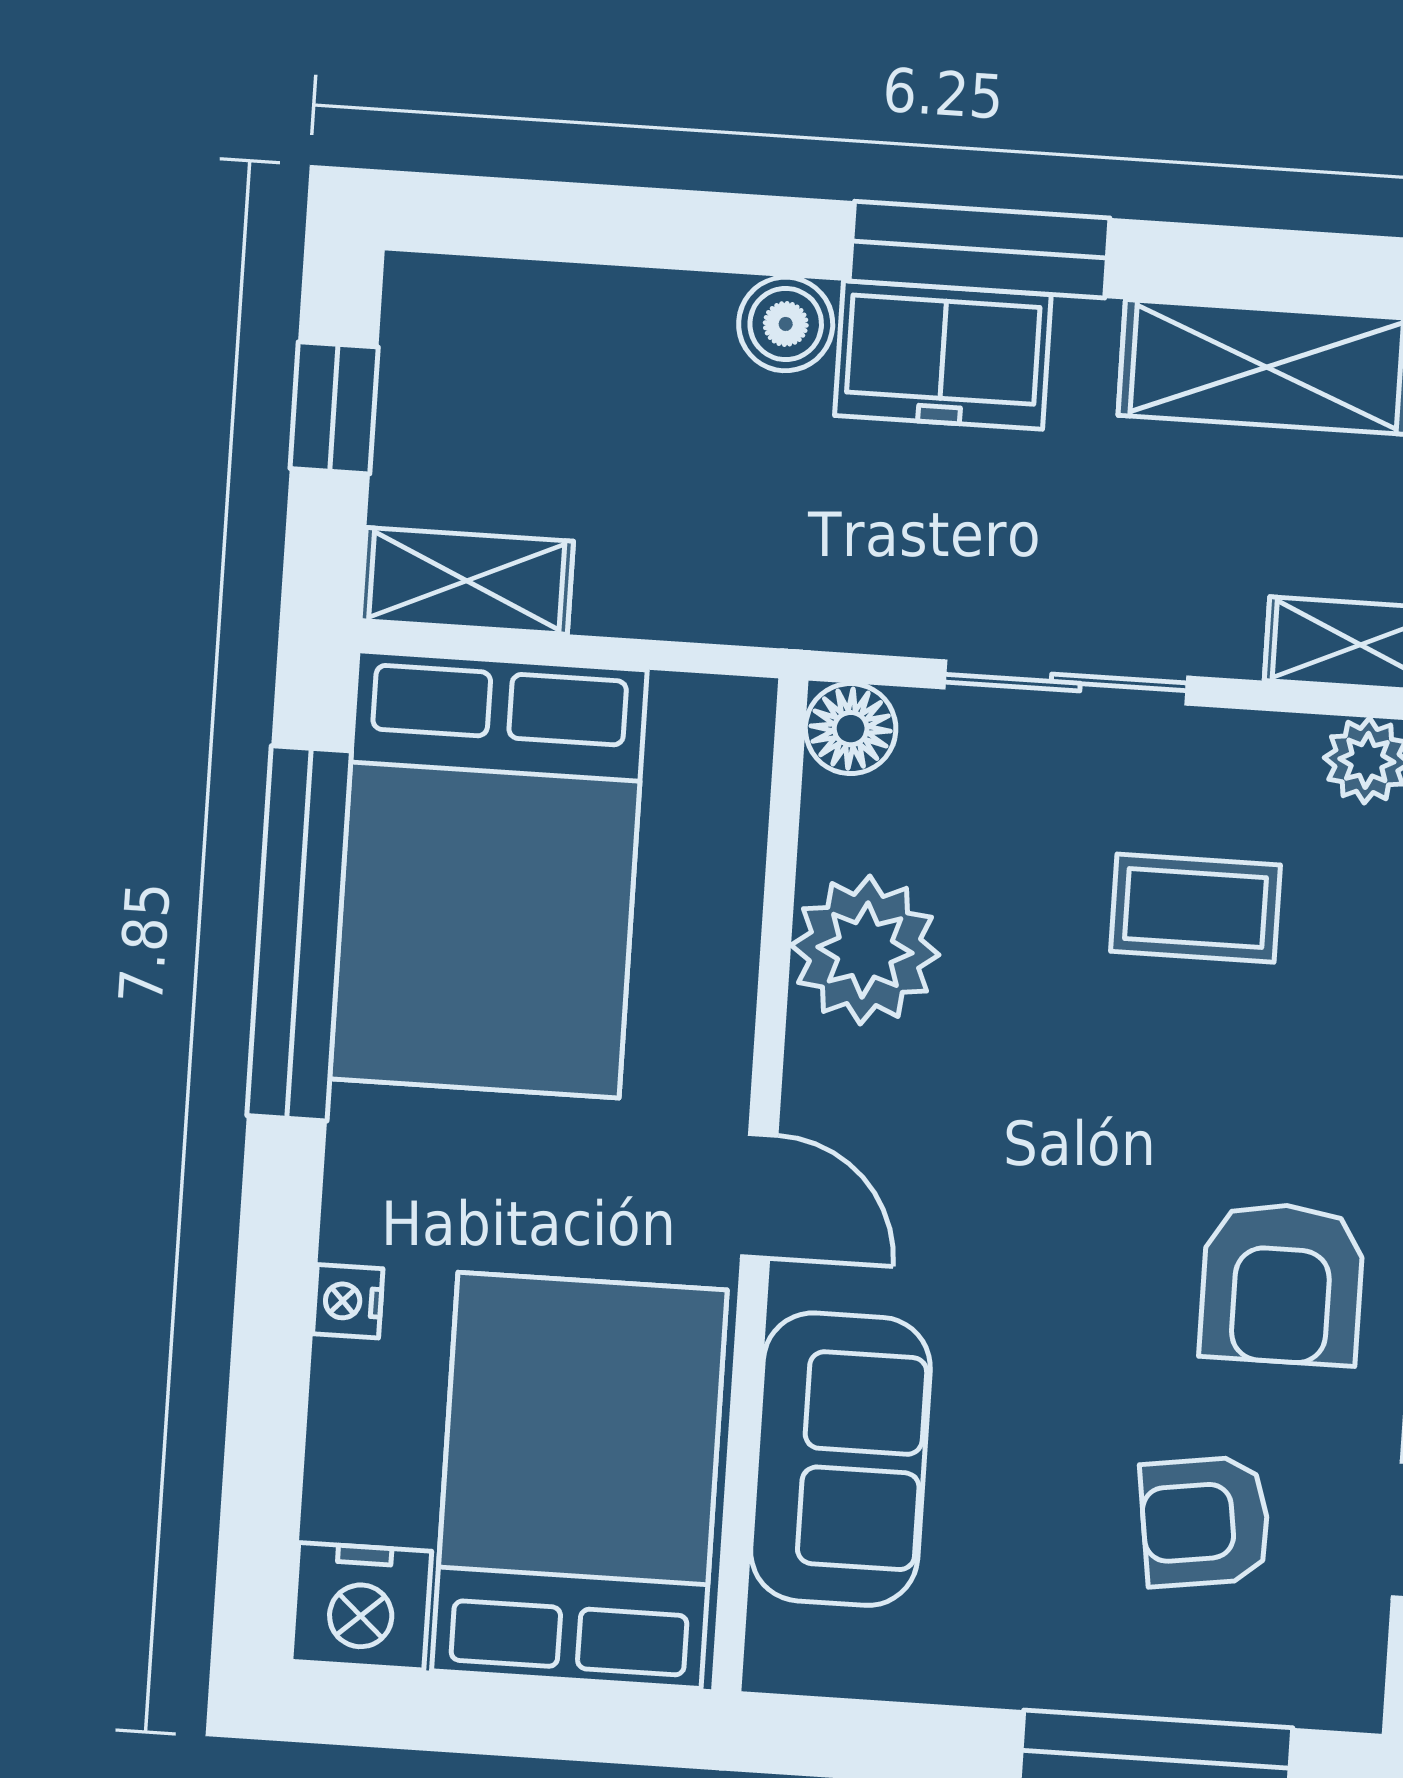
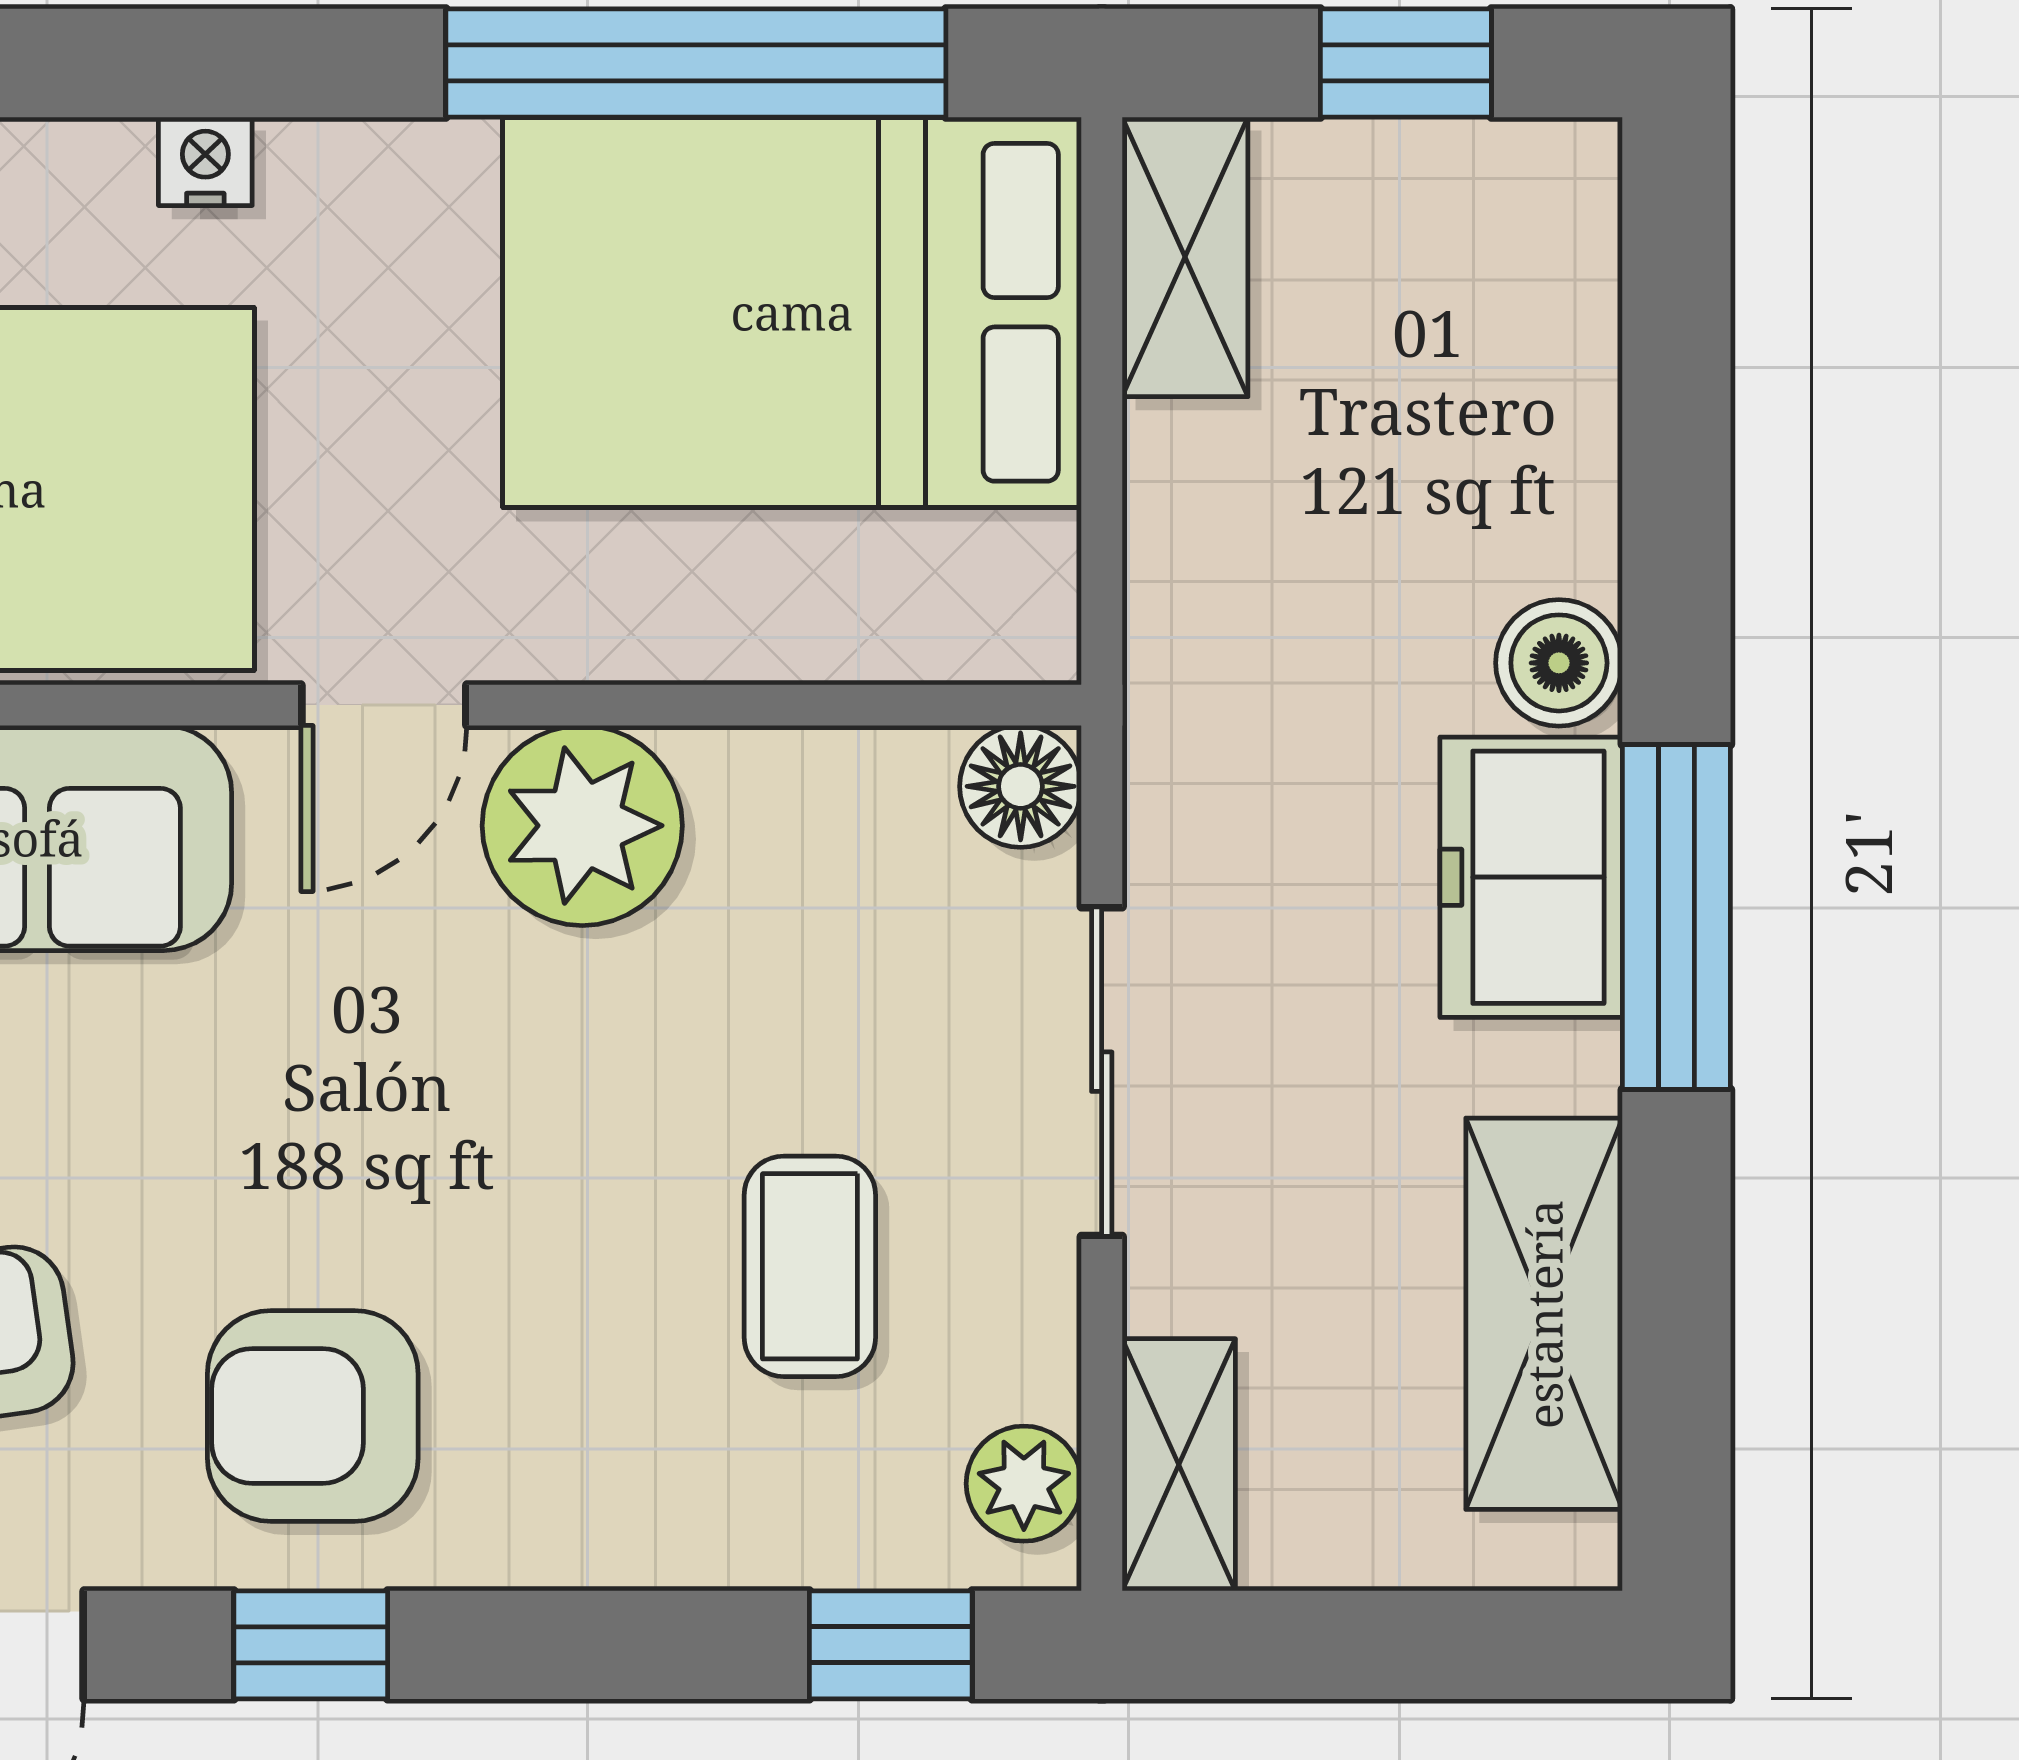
plant: (865, 950) -> (582, 826), moved

